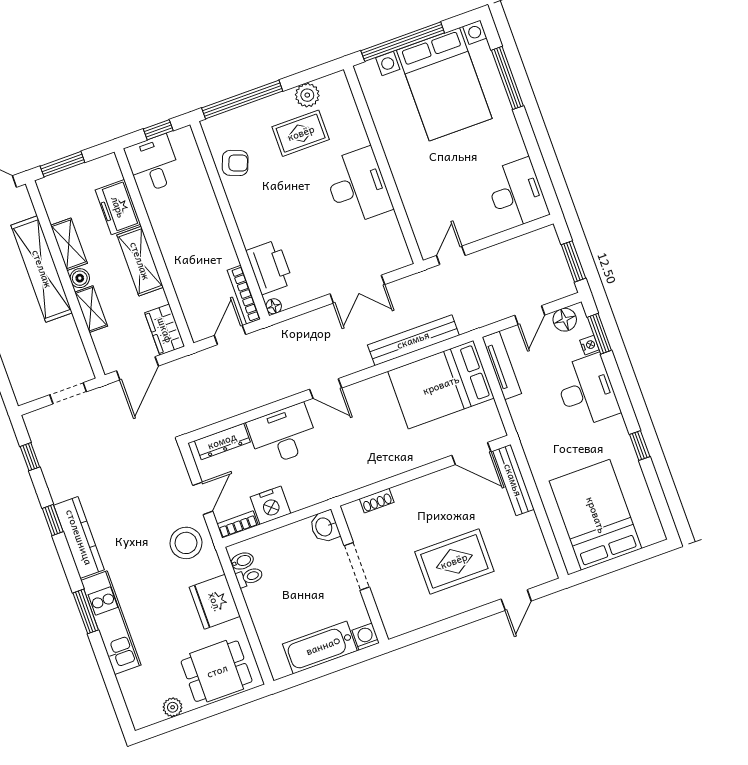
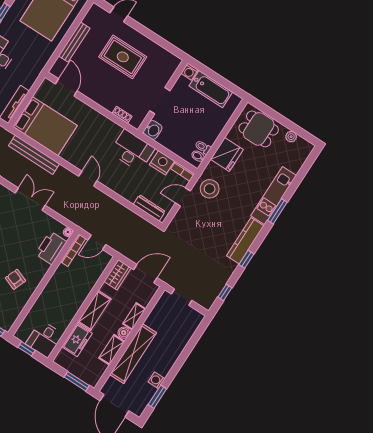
armchair: (235, 163) -> (15, 279), moved
desk: (283, 435) -> (132, 150), moved, turned 180
bench: (513, 480) -> (74, 42), moved

